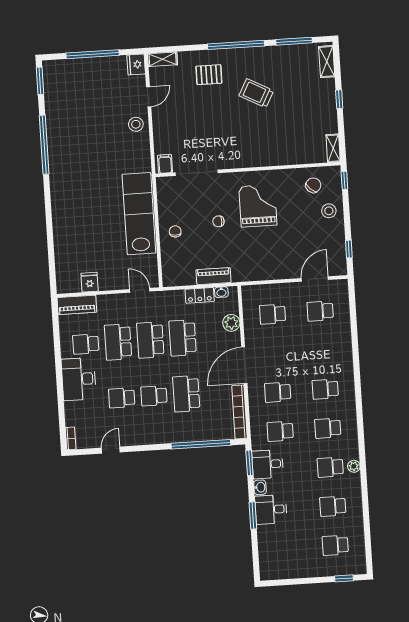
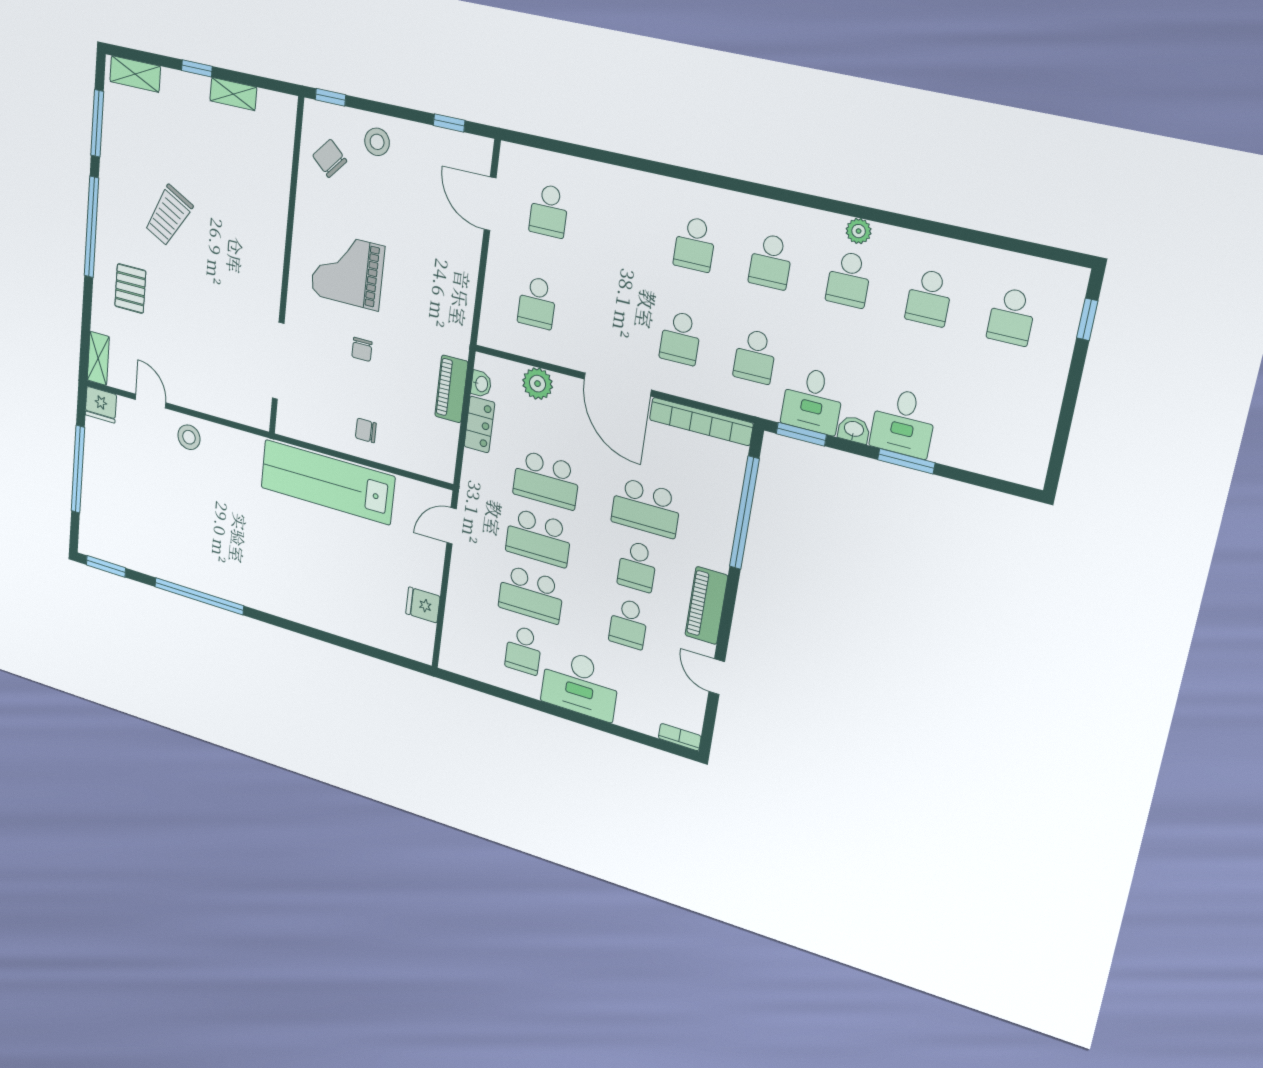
shelving: (333, 148) -> (233, 94), moved
filing cabinet: (165, 164) -> (256, 410), removed
piano: (77, 305) -> (706, 606), moved, turned 180

